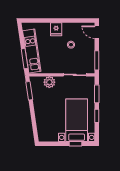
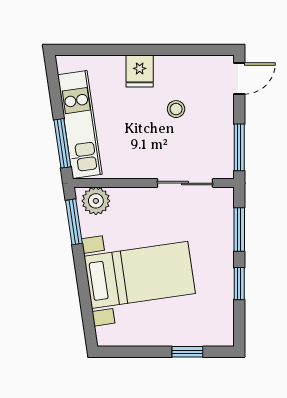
door: (97, 32) -> (239, 78), swing flipped
plant: (49, 82) -> (96, 201), moved
bed with nightstands: (77, 120) -> (140, 275), moved, turned 82

